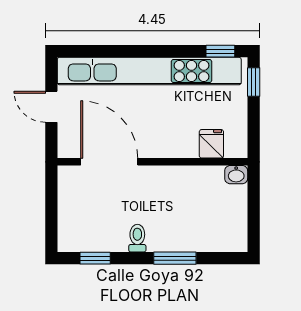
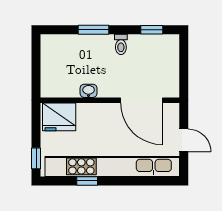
window: (220, 51) -> (87, 181), moved
fridge: (211, 144) -> (59, 117), width x1.88, depth x1.34
washbasin: (236, 175) -> (89, 91), moved

